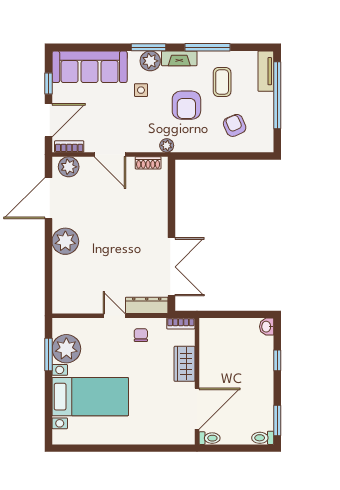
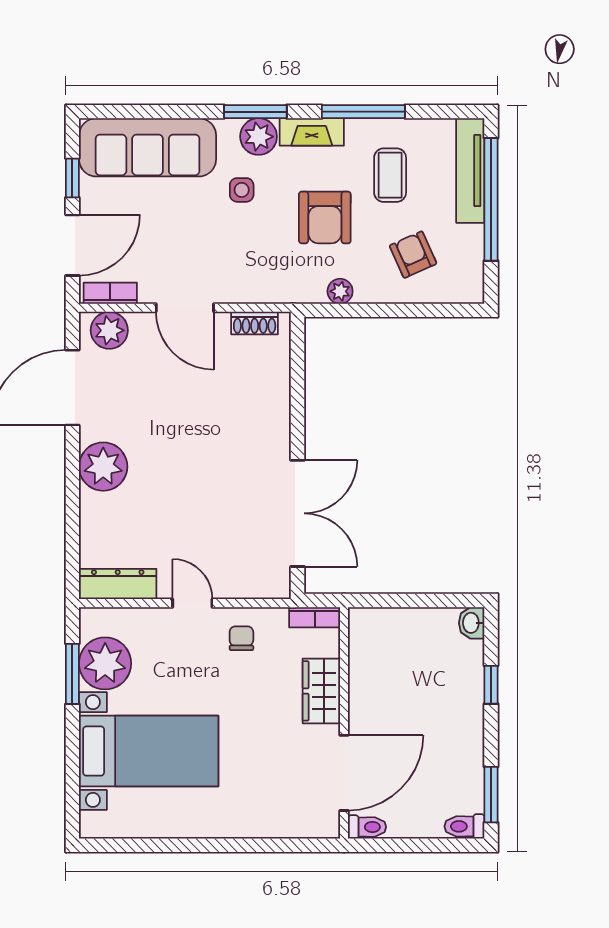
tv unit: (266, 71) -> (470, 171), width x1.41
plant: (167, 145) -> (340, 291), moved
dresser: (147, 305) -> (118, 584), moved

